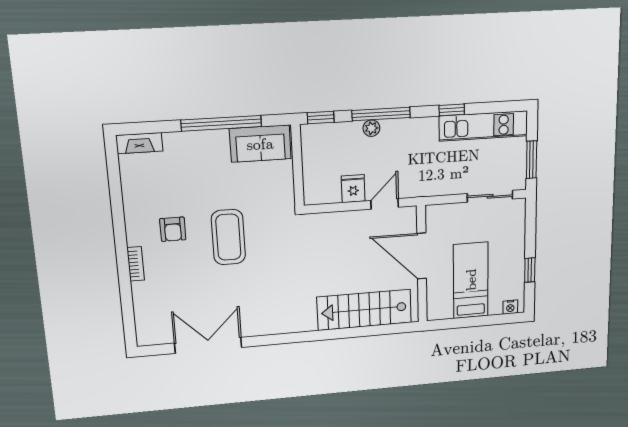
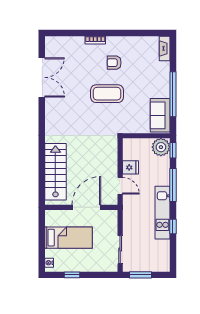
kitchen unit: (483, 126) -> (162, 213), moved
plant: (371, 128) -> (161, 147), moved, width x1.87, depth x1.87

